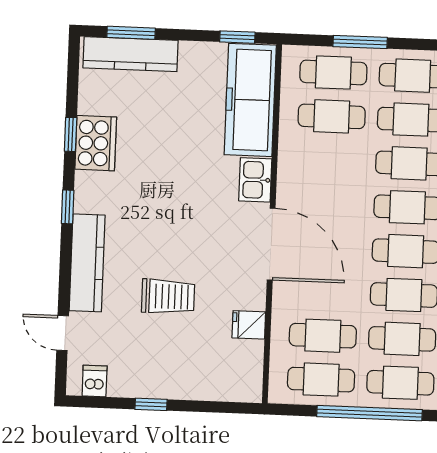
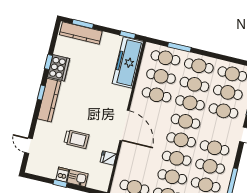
kitchen sink: (255, 180) -> (77, 178), moved, turned 90
kitchen counter: (87, 263) -> (49, 100), moved
cafe table: (323, 336) -> (157, 95), moved
dishwasher: (95, 381) -> (62, 175), moved

